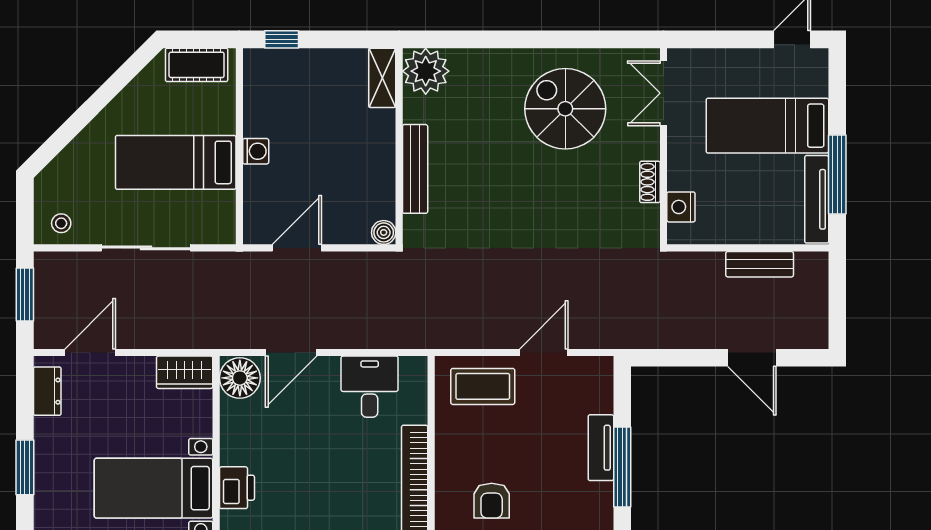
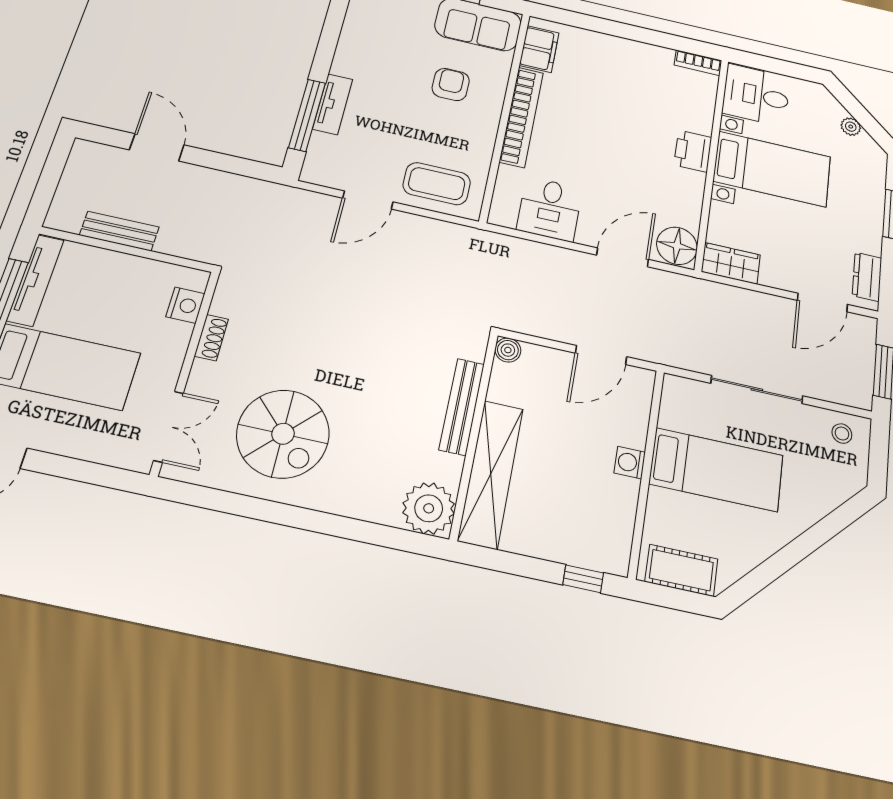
shelving: (382, 78) -> (491, 474), width x2.20, depth x1.33
window: (622, 467) -> (307, 115), moved

